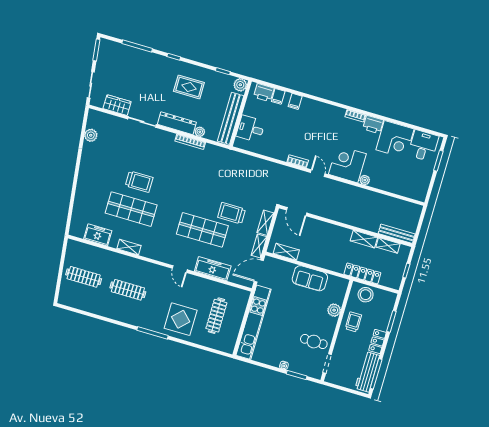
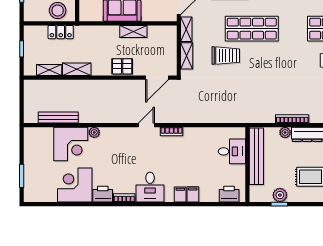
plant: (240, 85) -> (280, 195), moved
filing cabinet: (278, 96) -> (180, 195), moved
desk: (423, 146) -> (150, 187), moved
corner desk: (347, 164) -> (71, 144), moved
door: (318, 173) -> (146, 125), swing flipped
door: (297, 212) -> (157, 78), swing flipped
pallet: (324, 230) -> (122, 66), added
bench: (397, 234) -> (58, 117), moved
shelving: (286, 252) -> (133, 31), moved
locker: (362, 273) -> (61, 32), width x0.66

